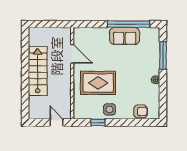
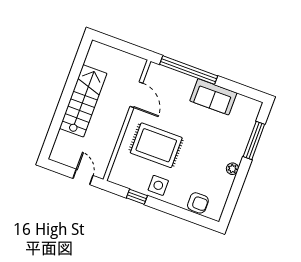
window: (129, 24) -> (189, 70), moved

